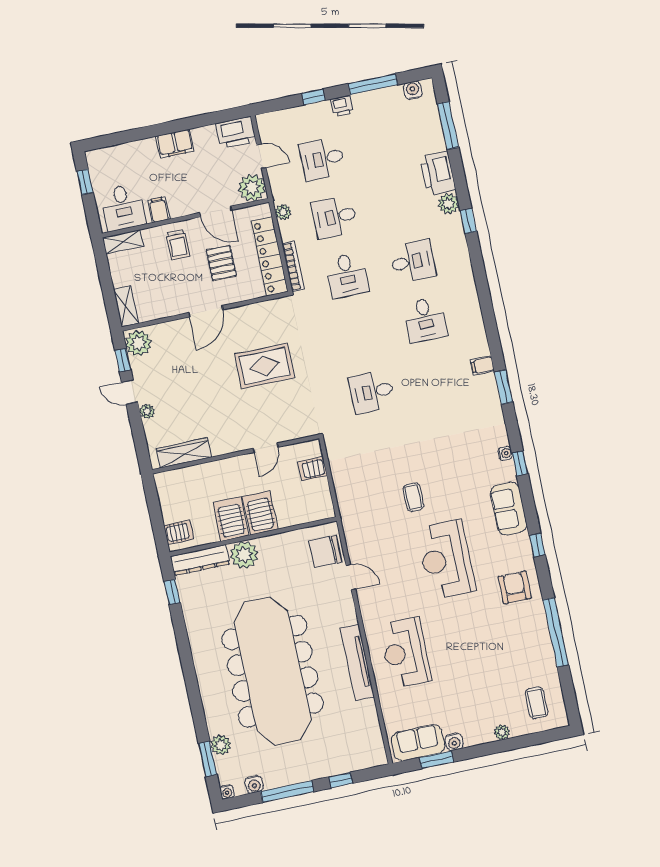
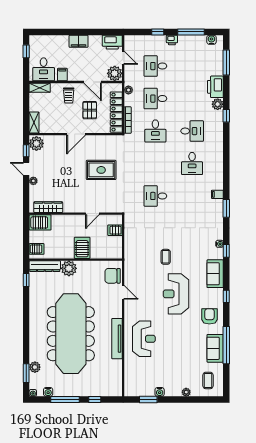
server rack: (231, 519) -> (40, 222), moved, turned 90
reception desk: (406, 653) -> (144, 339), turned 180
sofa: (418, 743) -> (215, 348), moved, turned -90

